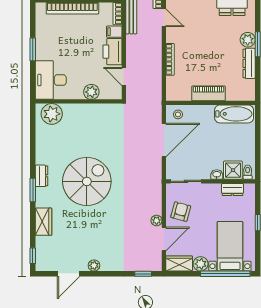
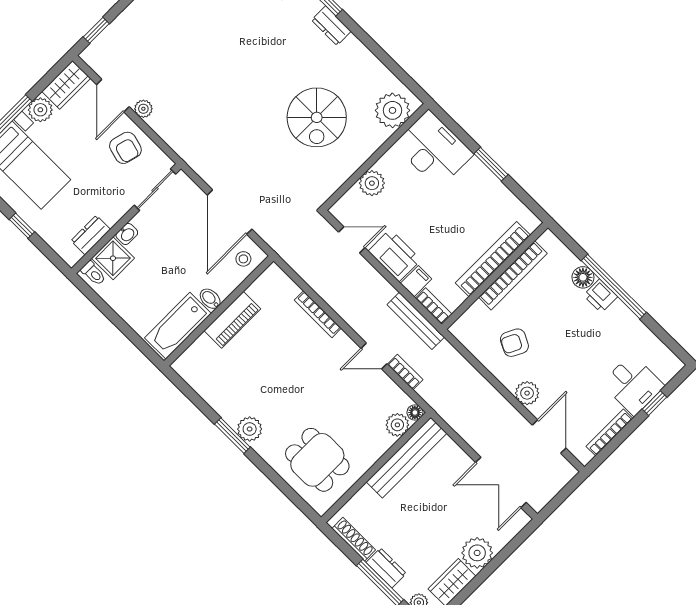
dresser: (249, 63) -> (220, 403), removed
bidet: (209, 112) -> (210, 299), added
spiral stairs: (87, 181) -> (317, 117), moved, width x0.73, depth x0.73

